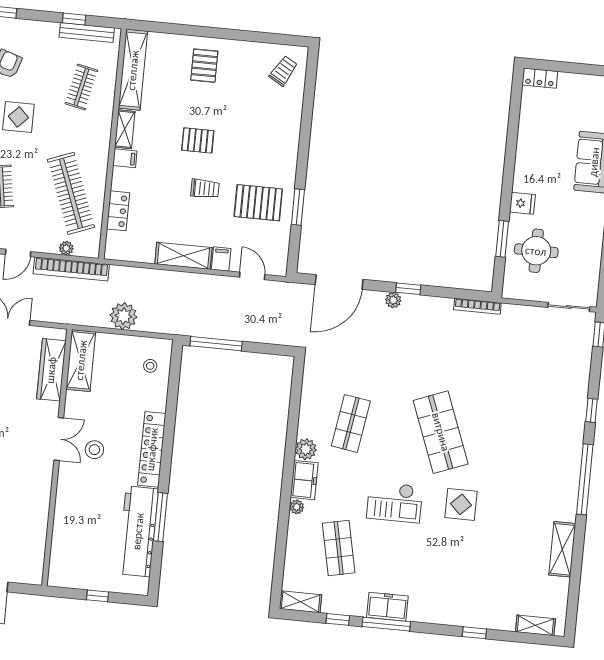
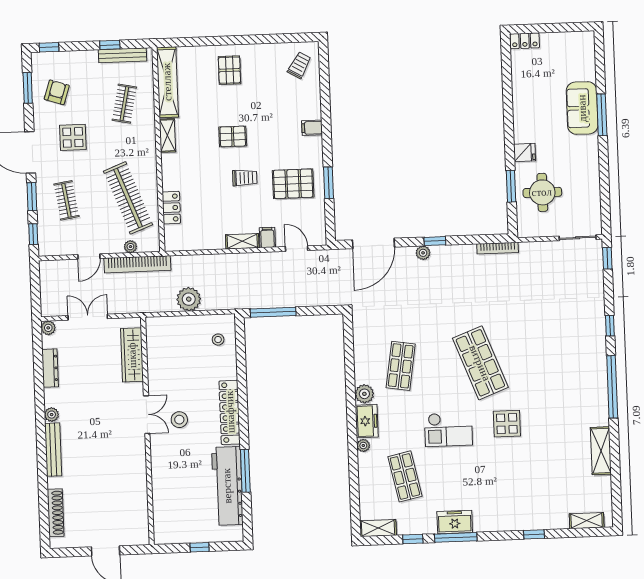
filing cabinet: (125, 158) -> (312, 128), moved, turned 180
shelving: (183, 256) -> (242, 241), width x0.67, depth x0.75
shelving: (81, 360) -> (157, 343), removed

